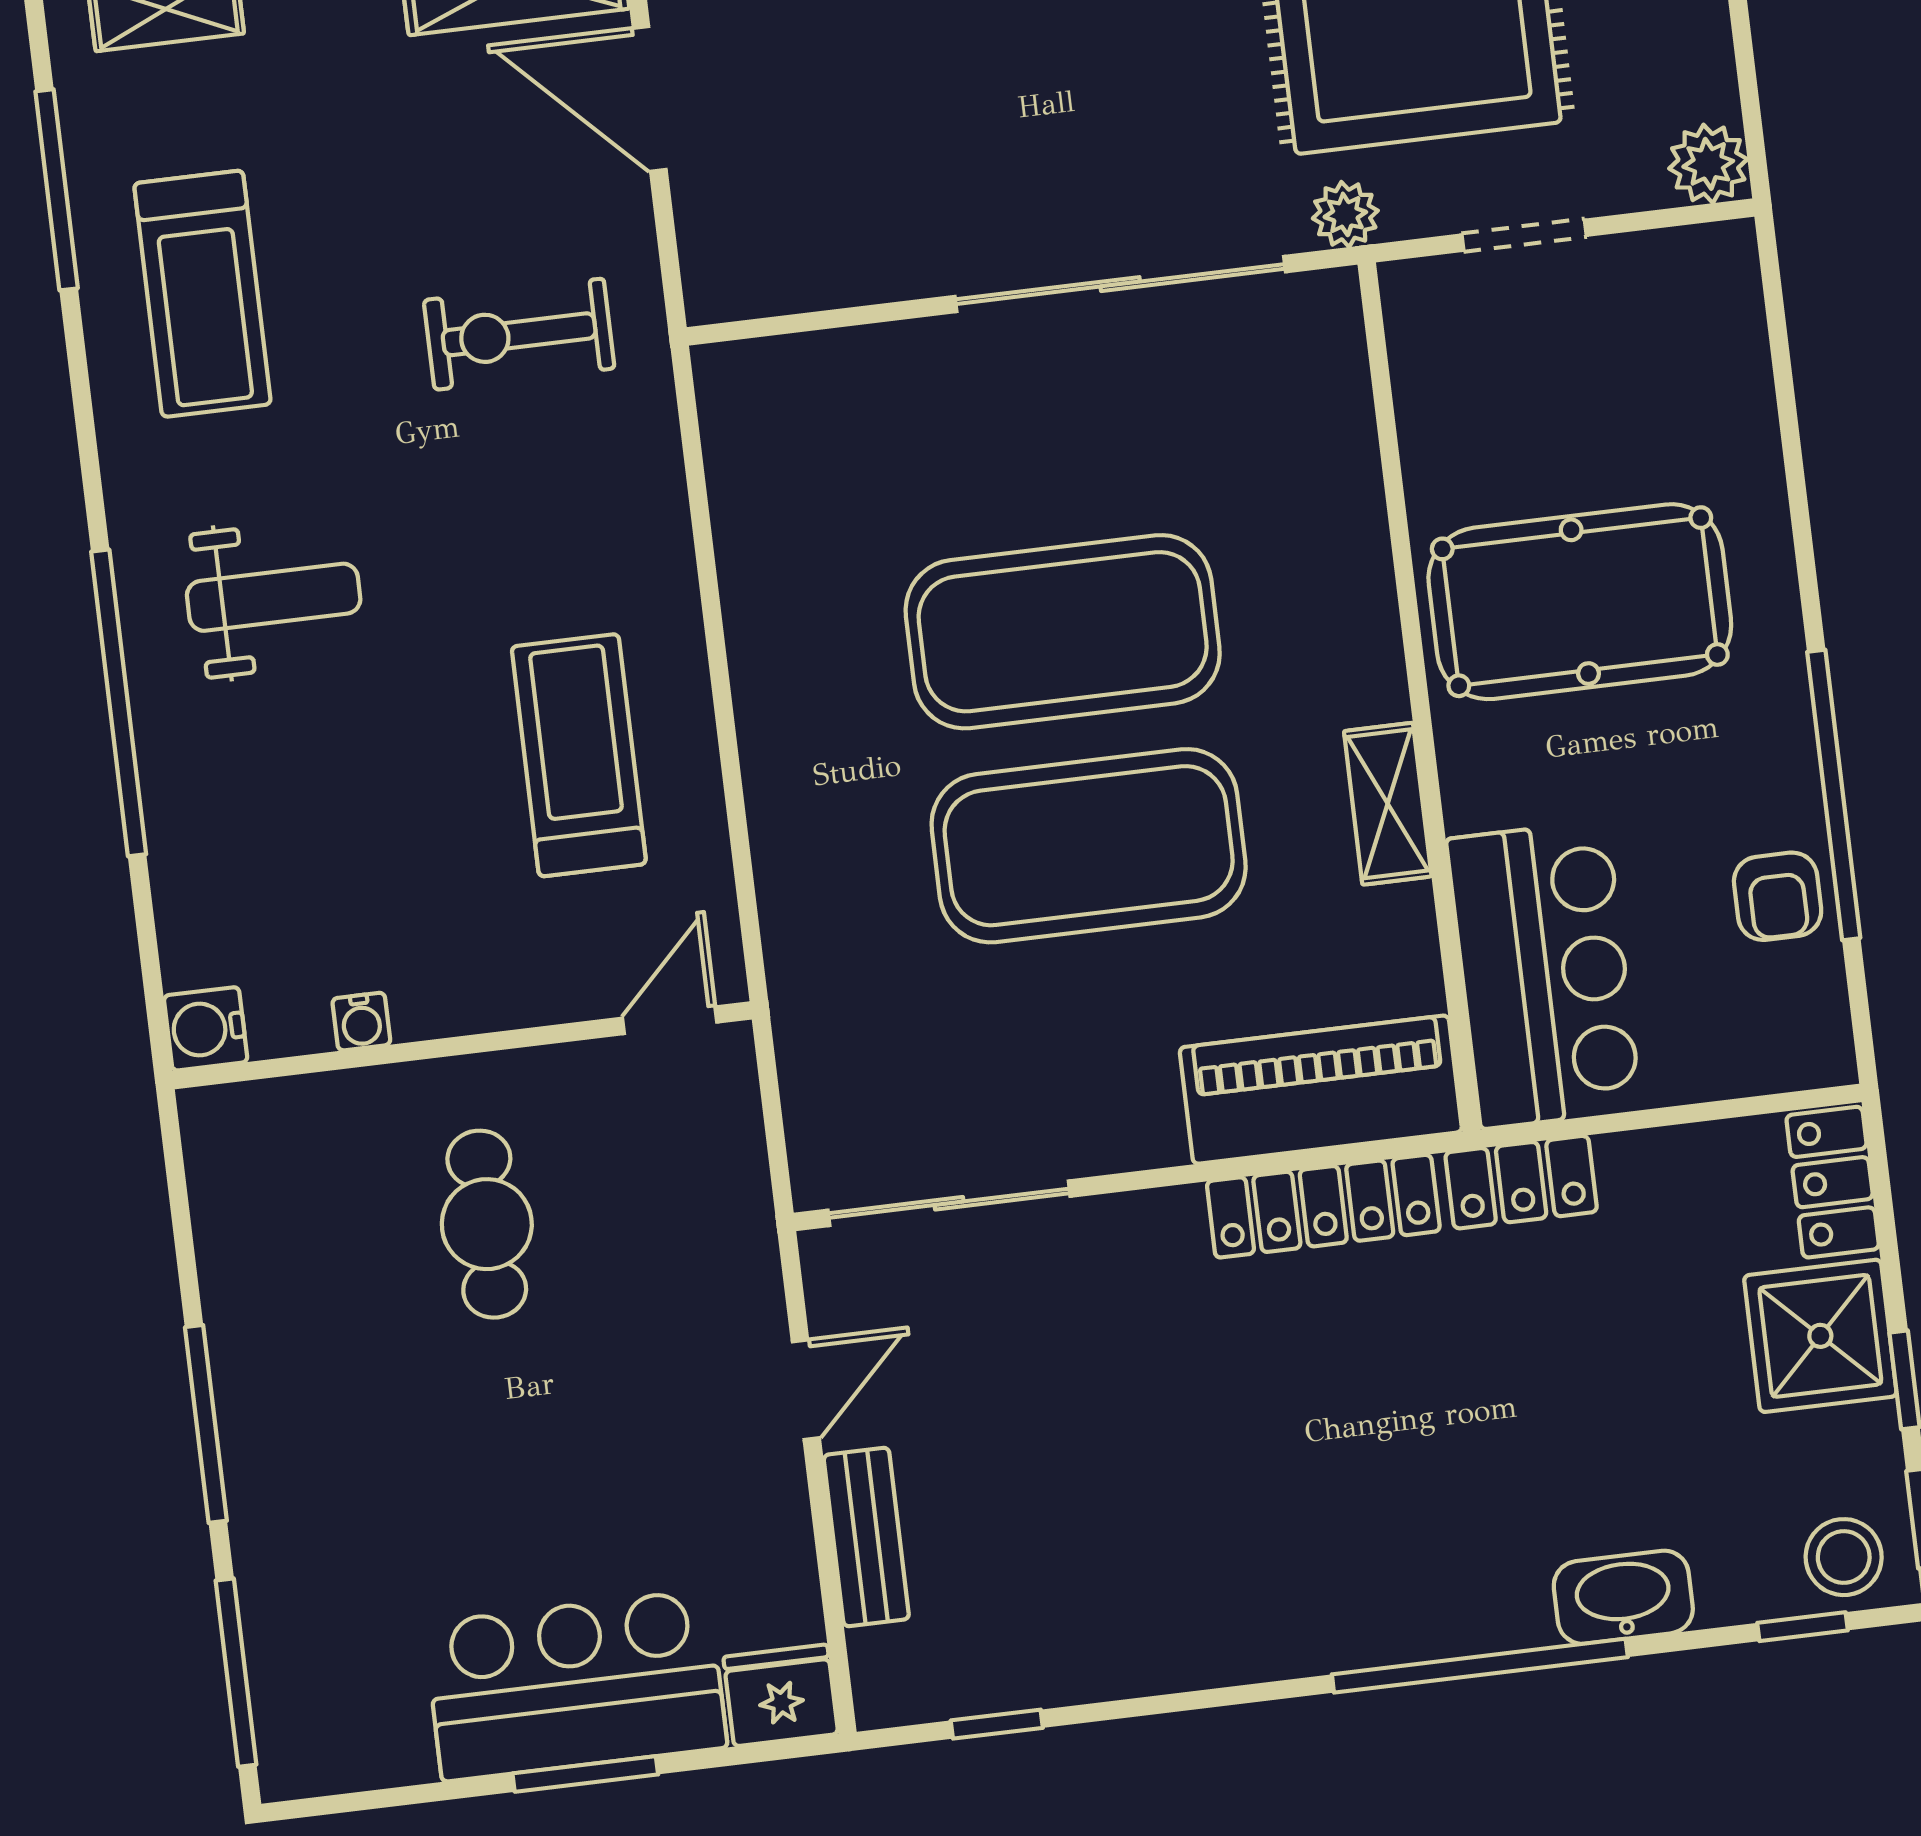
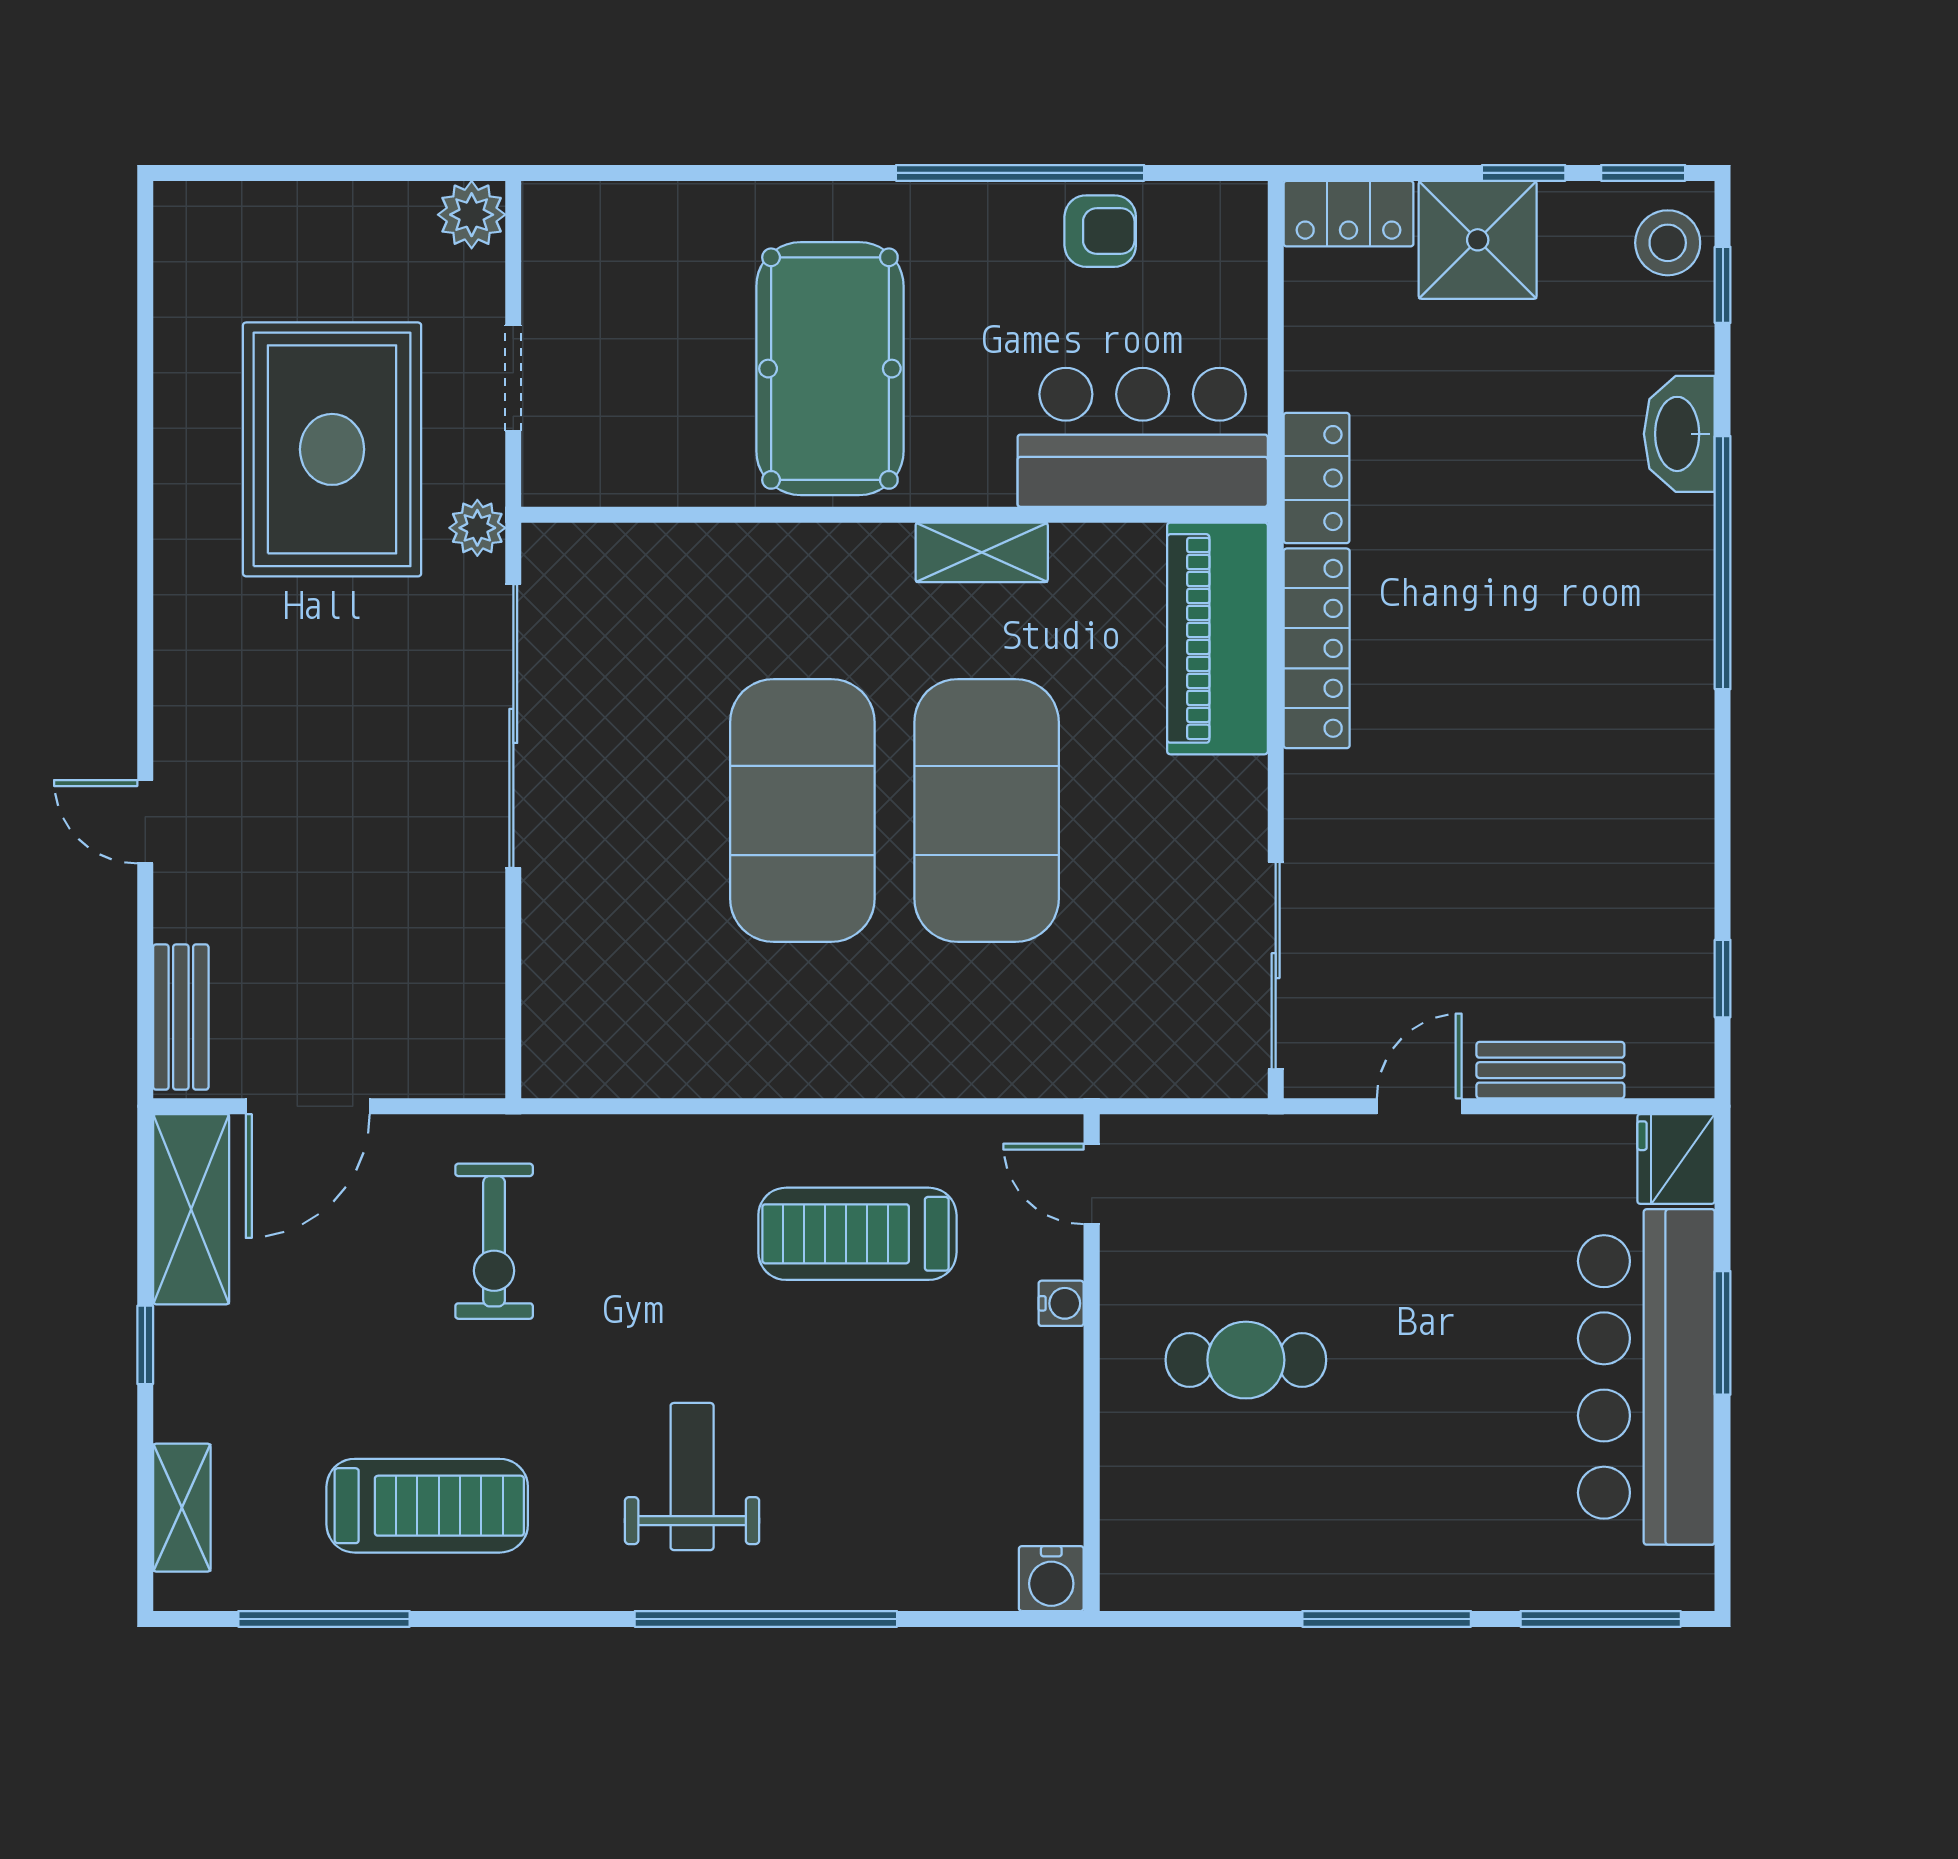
water cooler: (361, 1022) -> (1061, 1303), moved
door: (806, 1390) -> (1419, 1106), hinge flipped
bar counter: (575, 1685) -> (1646, 1377), width x1.36

